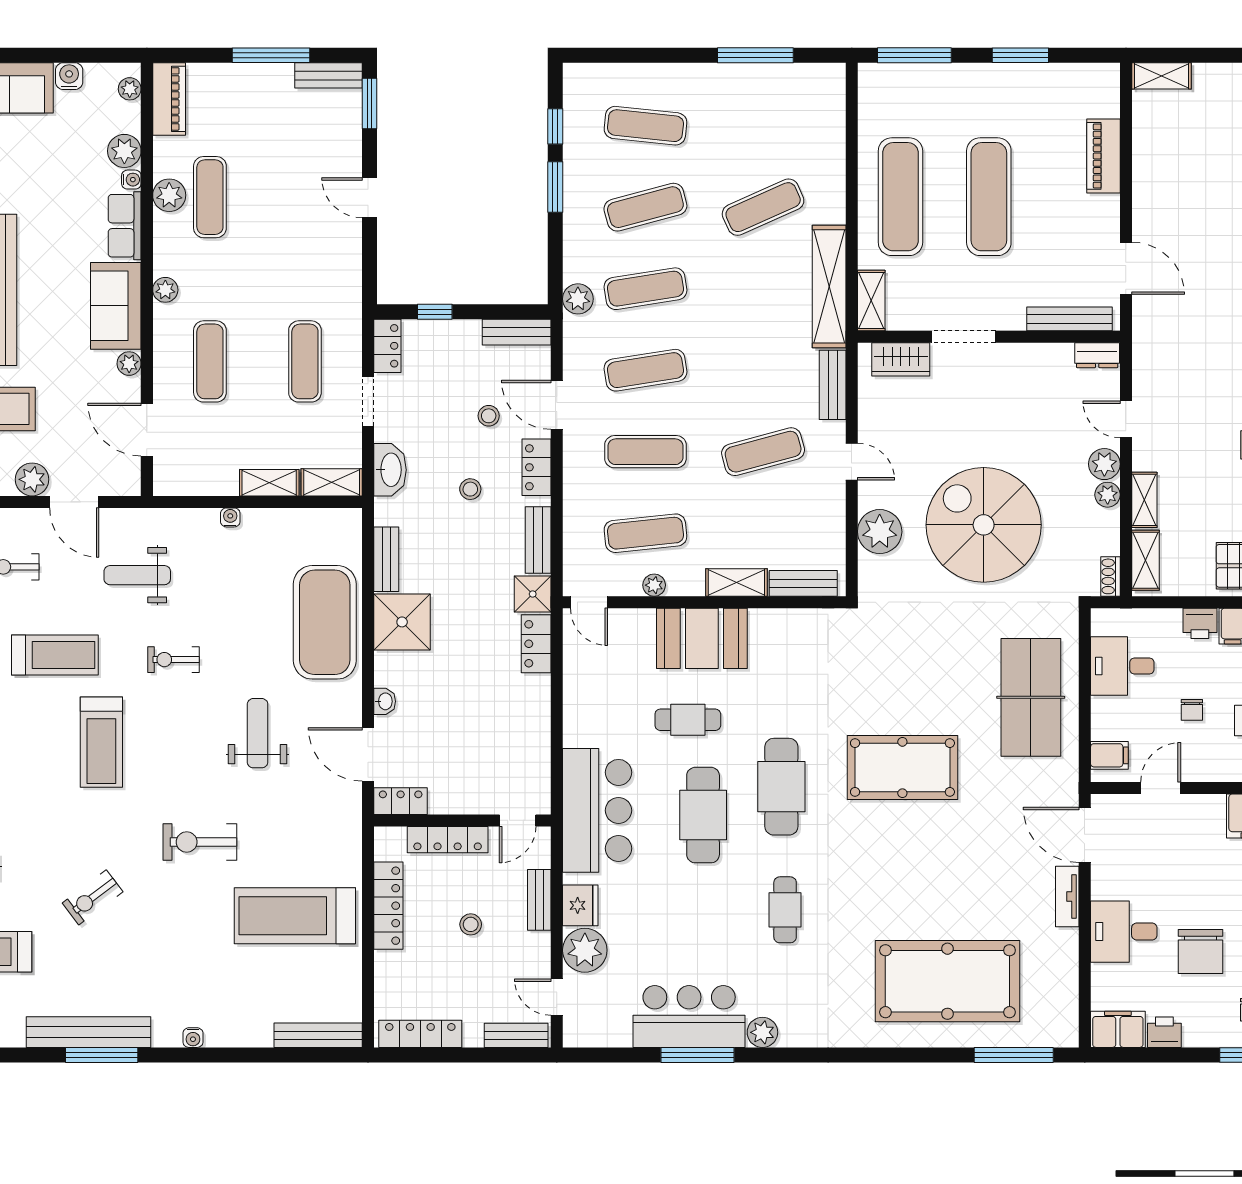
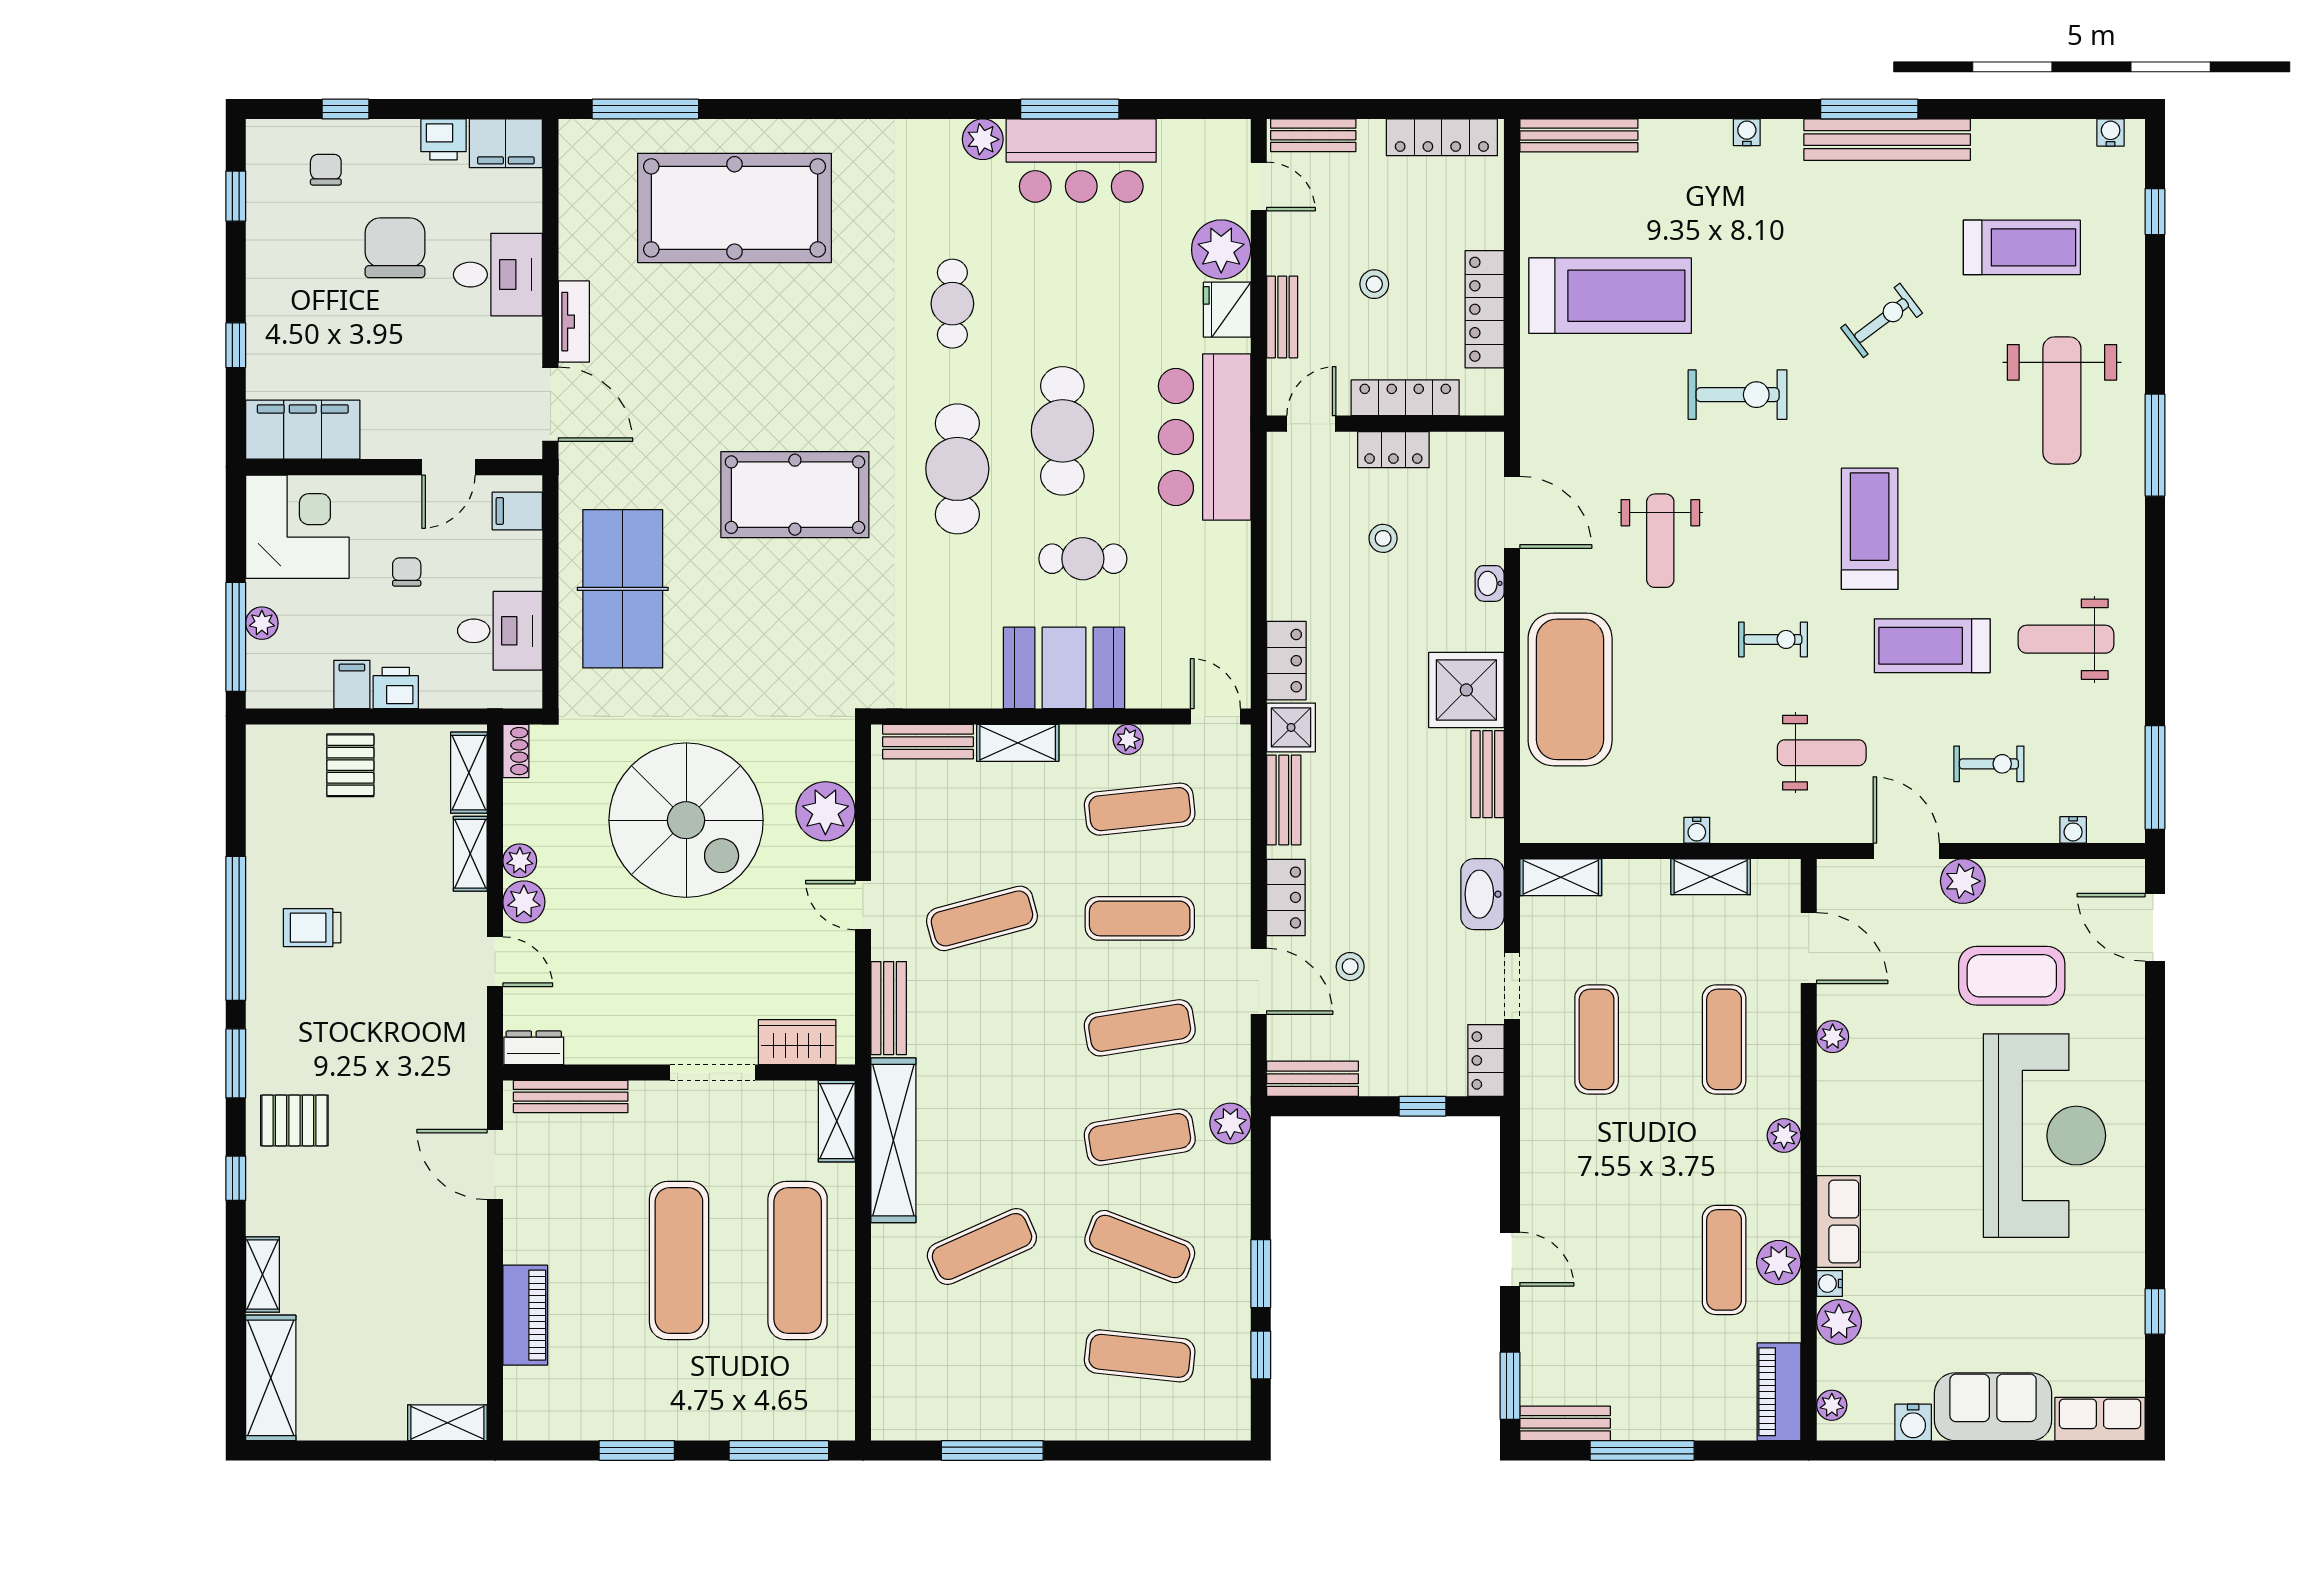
exercise mat: (645, 207) -> (1140, 1247), turned 36
sofa: (116, 306) -> (1850, 1114), removed
shelving: (269, 483) -> (1711, 877), moved
stool: (470, 489) -> (1383, 538), moved
locker: (401, 801) -> (1393, 450), moved

